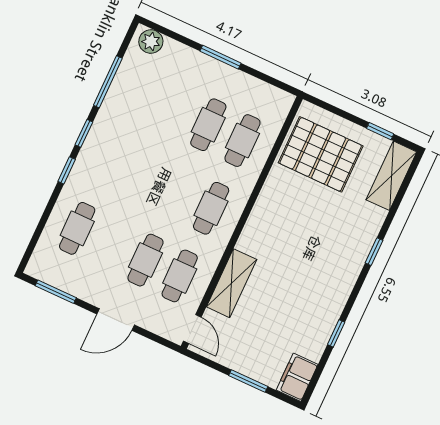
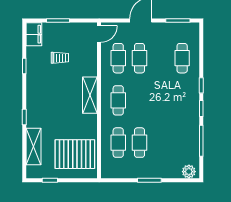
shelving: (391, 176) -> (33, 147), moved
shelving: (232, 283) -> (90, 95), moved
trolley: (273, 320) -> (60, 58), added
door: (192, 329) -> (99, 34), swing flipped

